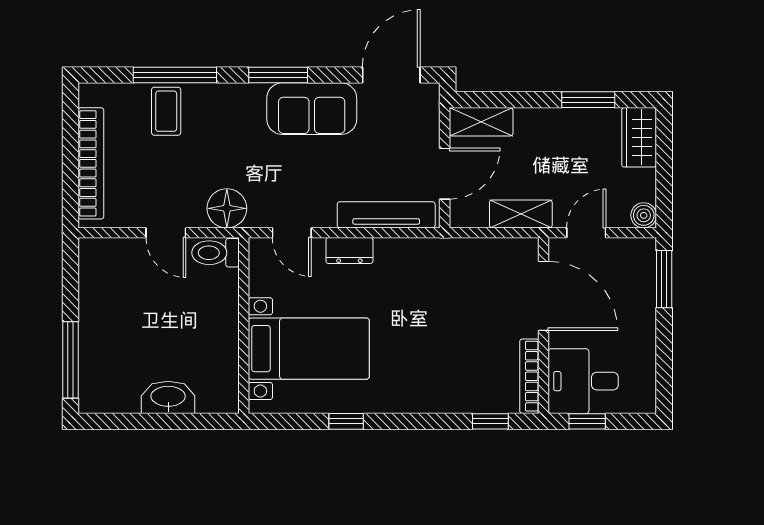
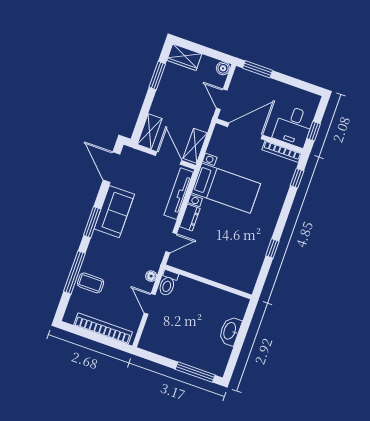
floor lamp: (227, 208) -> (151, 276), width x0.53, depth x0.53
shelving: (521, 214) -> (195, 146), moved
door: (166, 233) -> (150, 304), swing flipped
bed with nightstands: (309, 349) -> (226, 188), moved, turned 90

